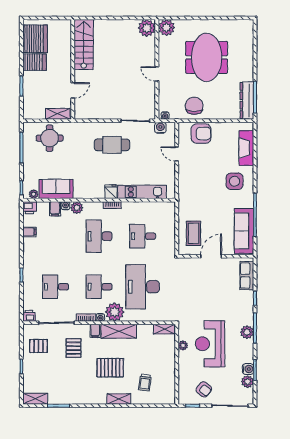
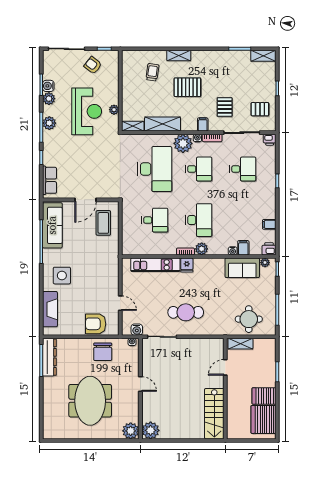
plant: (77, 208) -> (202, 249), moved
shelving: (119, 331) -> (163, 124), moved
plant: (247, 382) -> (49, 99), moved

